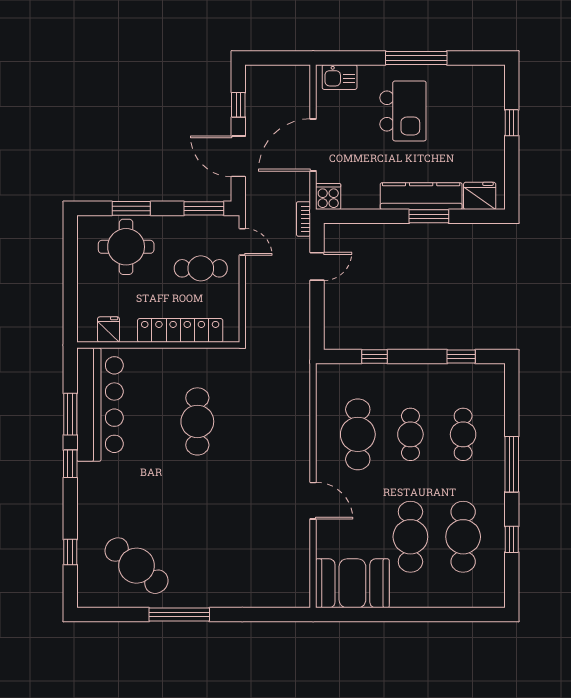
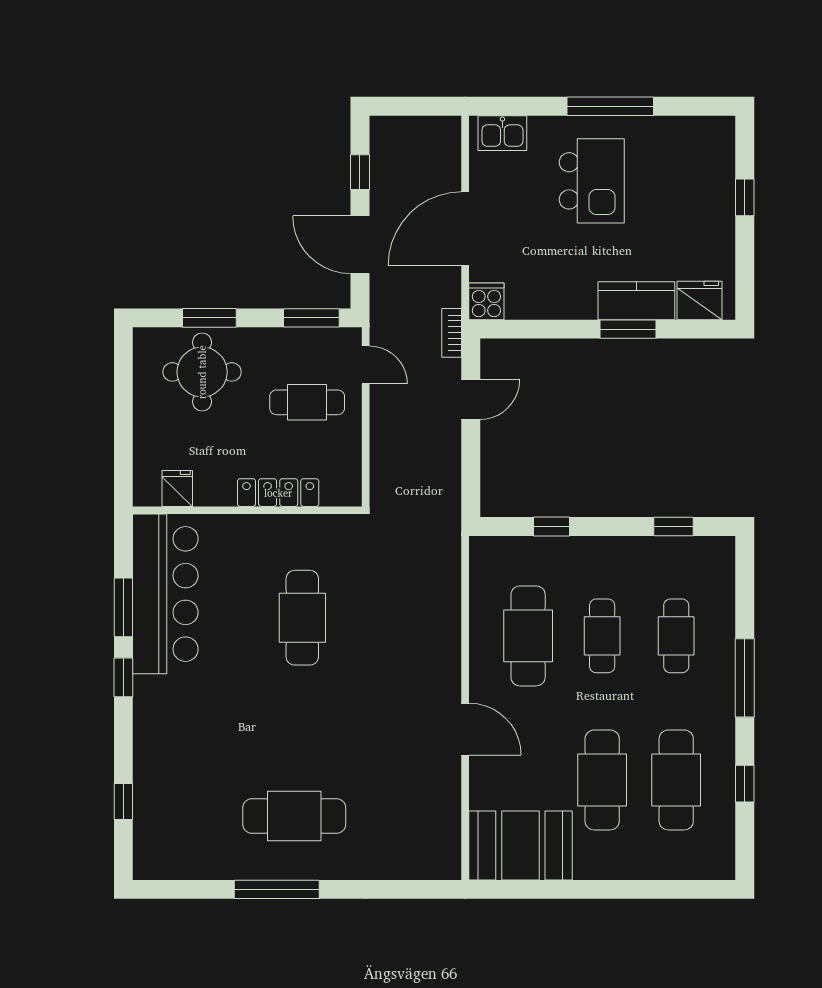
kitchen counter: (421, 196) -> (636, 301), width x0.67
locker: (180, 330) -> (278, 493), width x0.71, depth x0.83
cafe table: (137, 566) -> (294, 816), moved, turned -39

